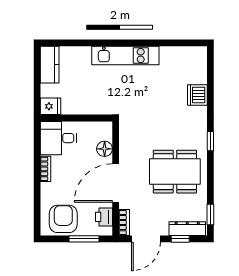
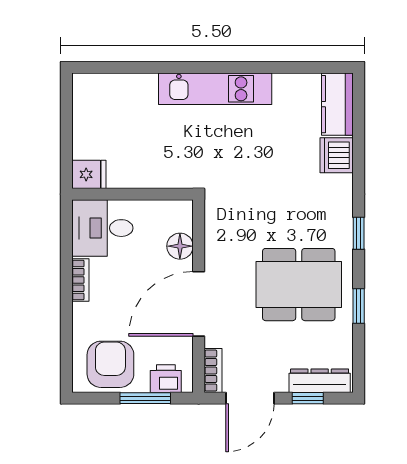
kitchen counter: (50, 65) -> (337, 104), moved, turned 180
window: (210, 214) -> (359, 306), moved
printer: (104, 217) -> (166, 379), moved, turned 90

